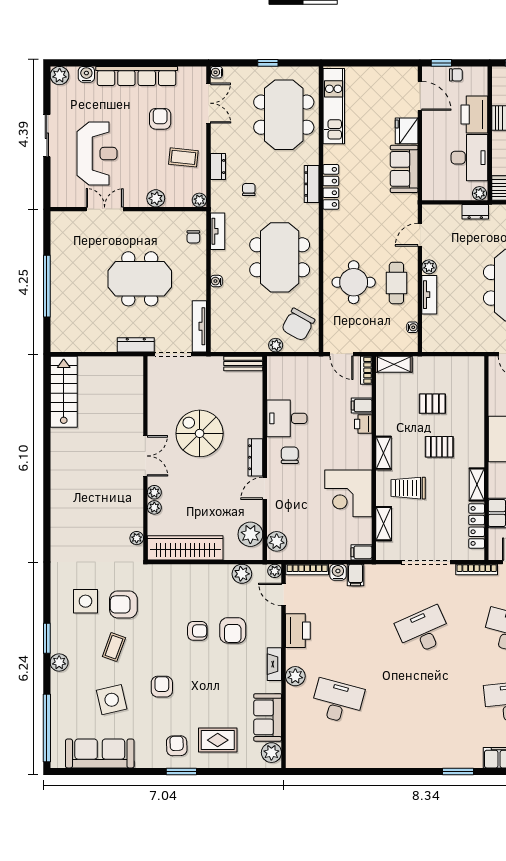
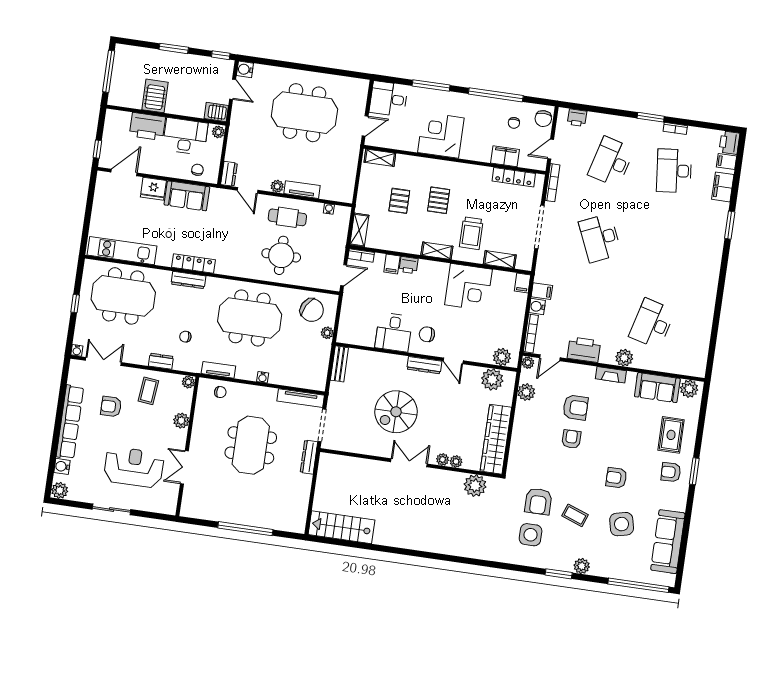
chair: (456, 75) -> (197, 170), moved
dresser: (475, 212) -> (229, 174), moved
shelving: (477, 485) -> (380, 158), moved
plant: (137, 538) -> (475, 486), width x1.88, depth x1.88

